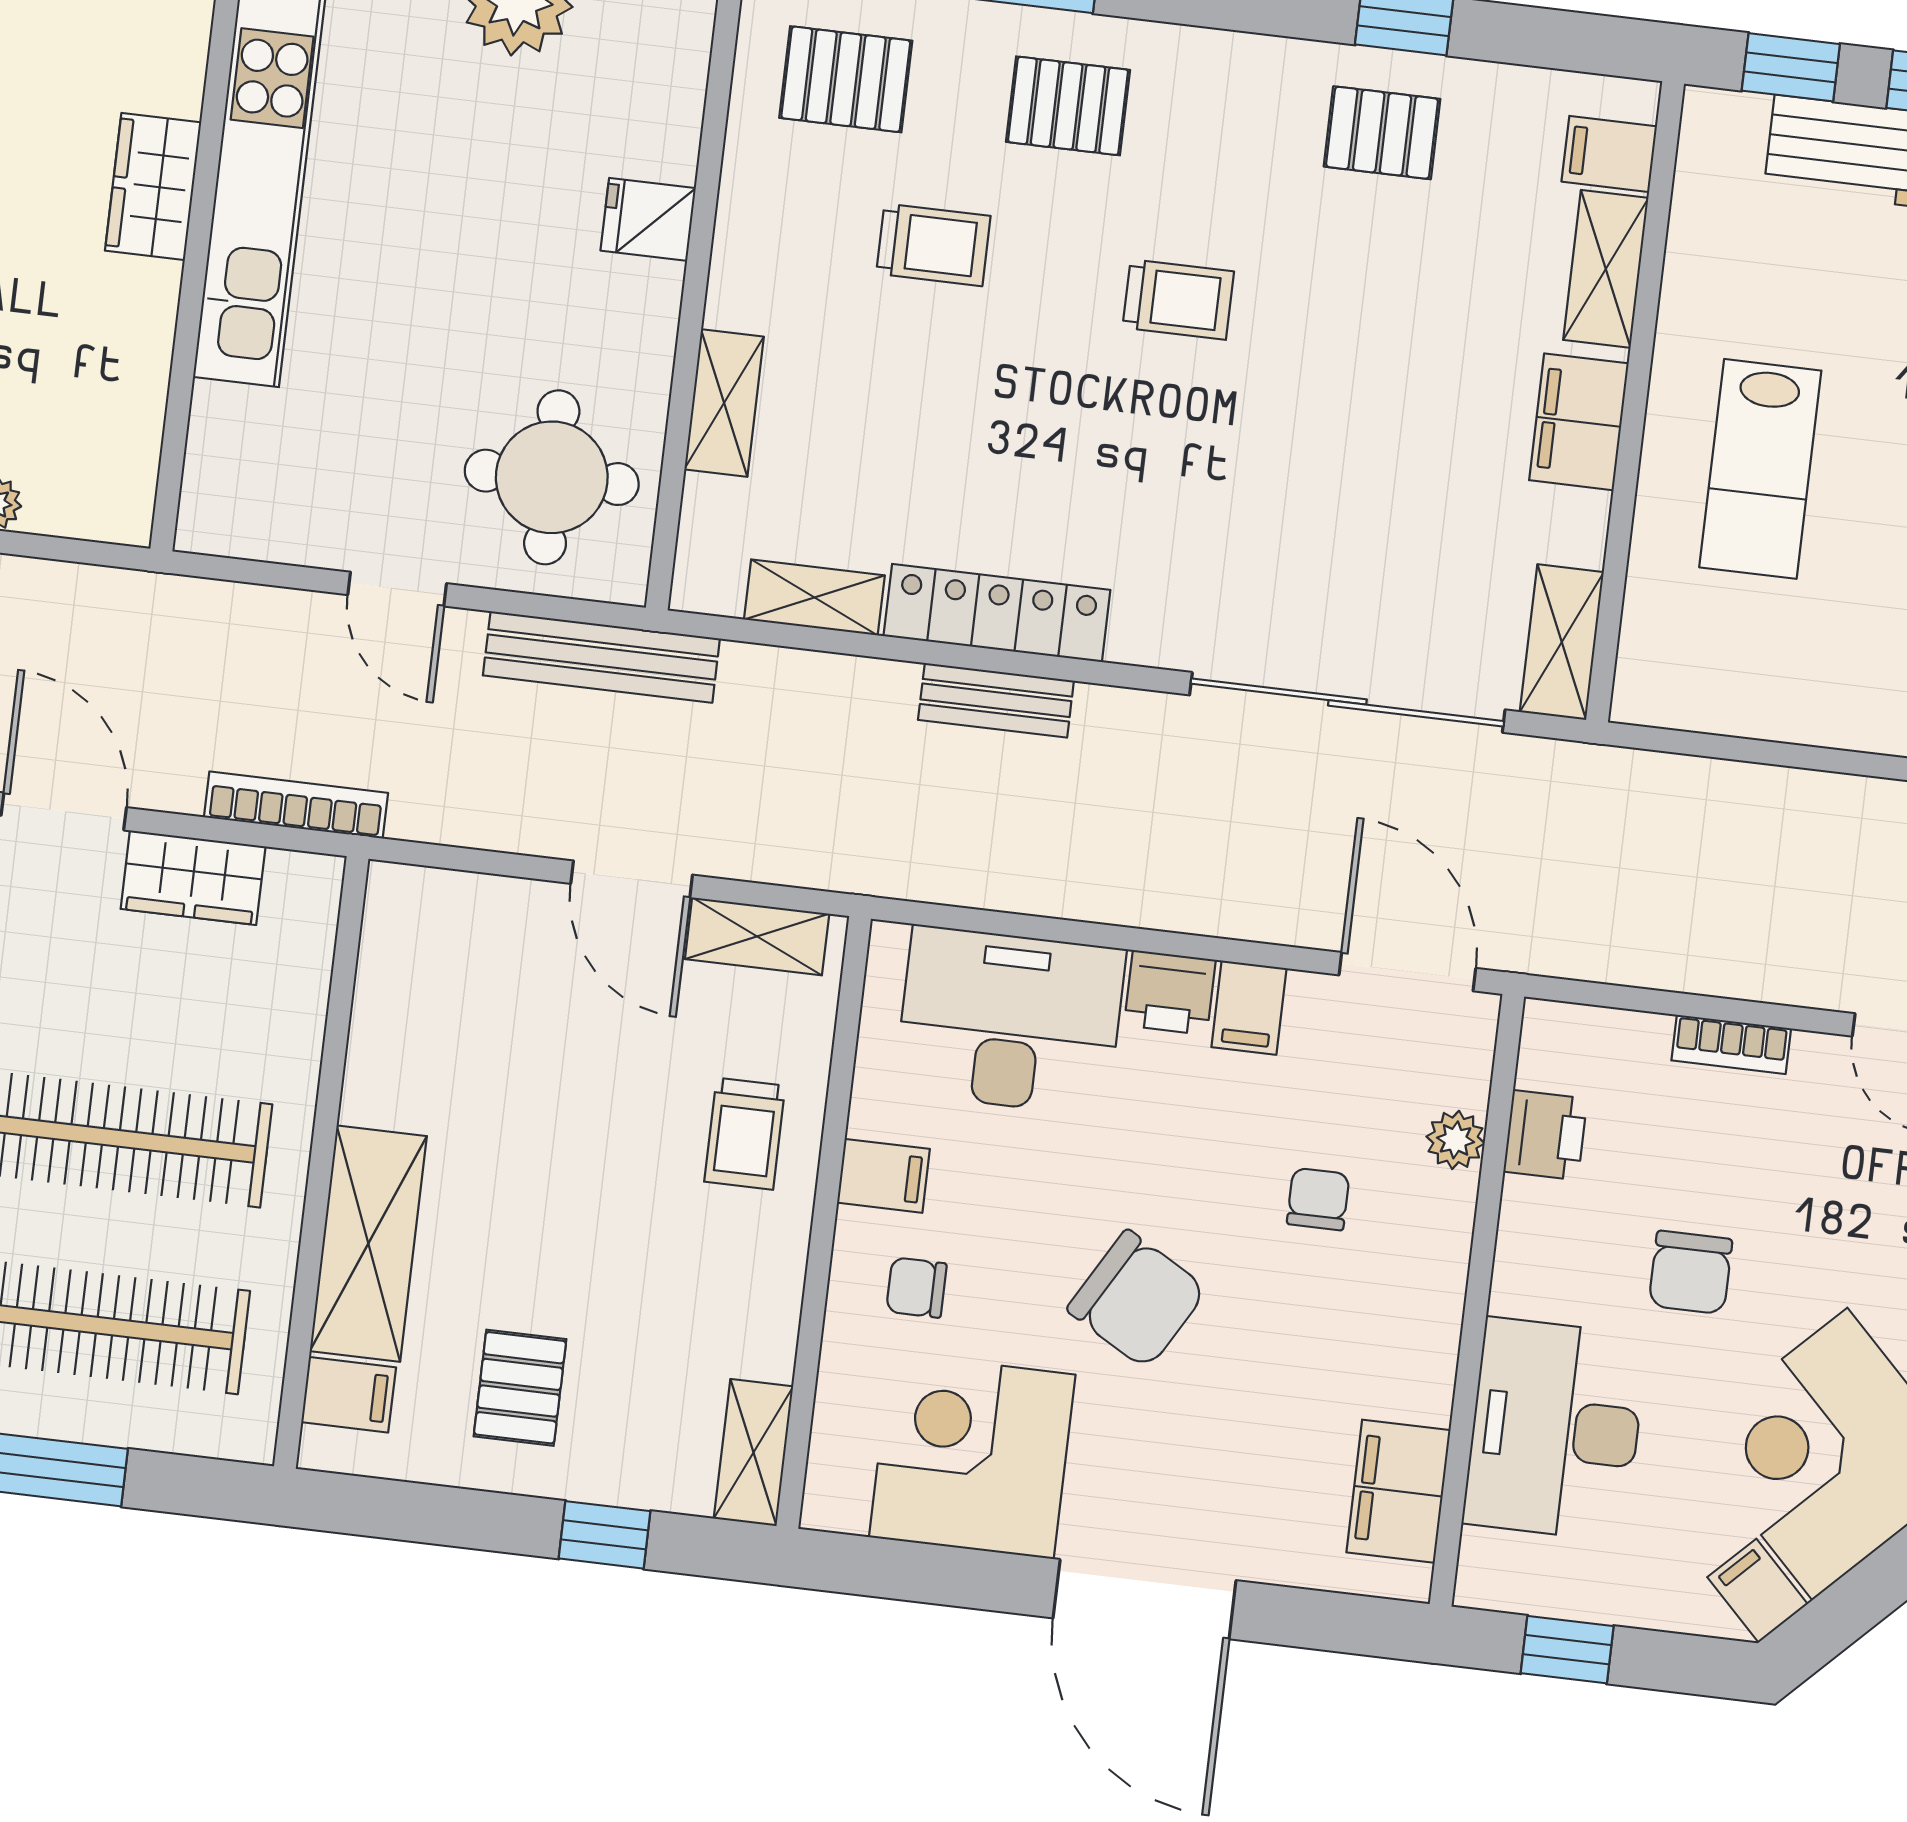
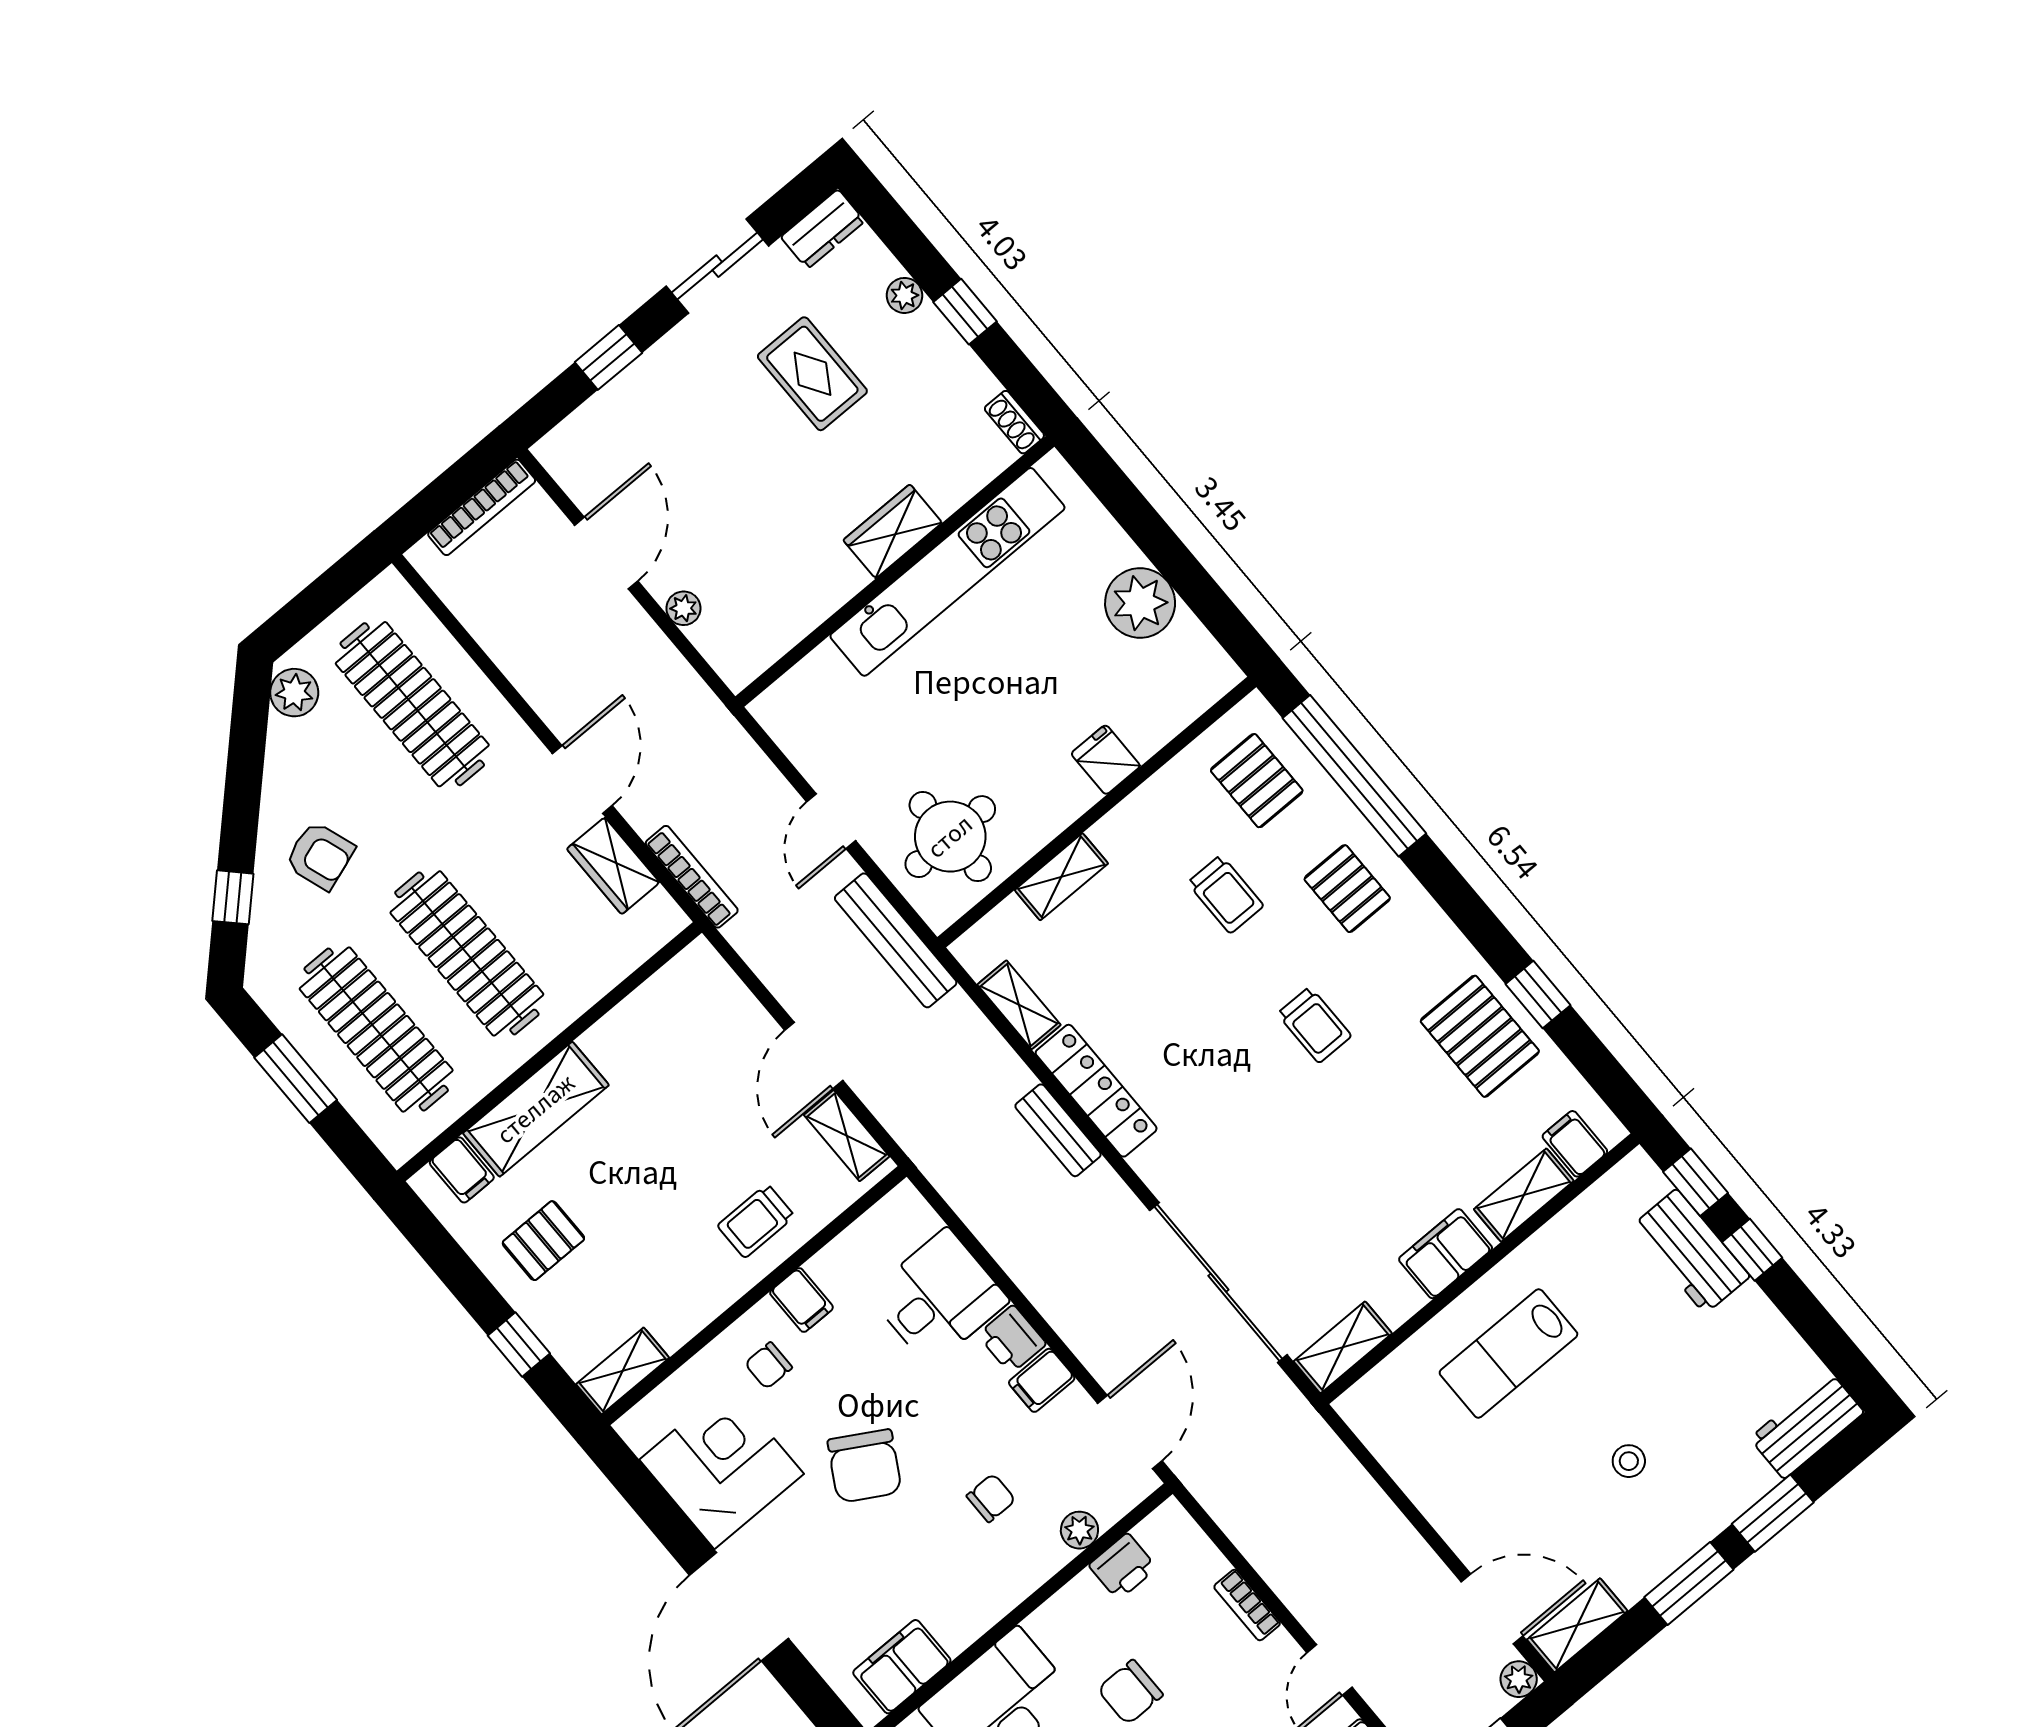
pallet: (1382, 133) -> (1480, 1036), width x1.50, depth x1.42
desk: (1010, 1021) -> (938, 1297), width x0.73
chair: (916, 1288) -> (768, 1366), turned -90

